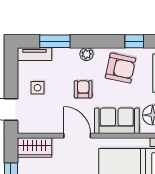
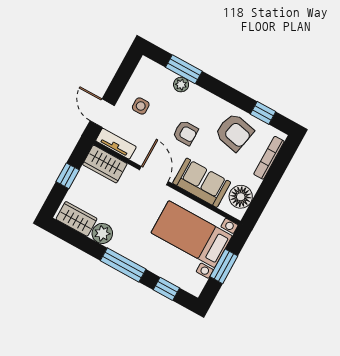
tv unit: (34, 54) -> (116, 144), moved, turned 180
plant: (87, 54) -> (181, 85), moved
armchair: (83, 89) -> (185, 133), turned 90

